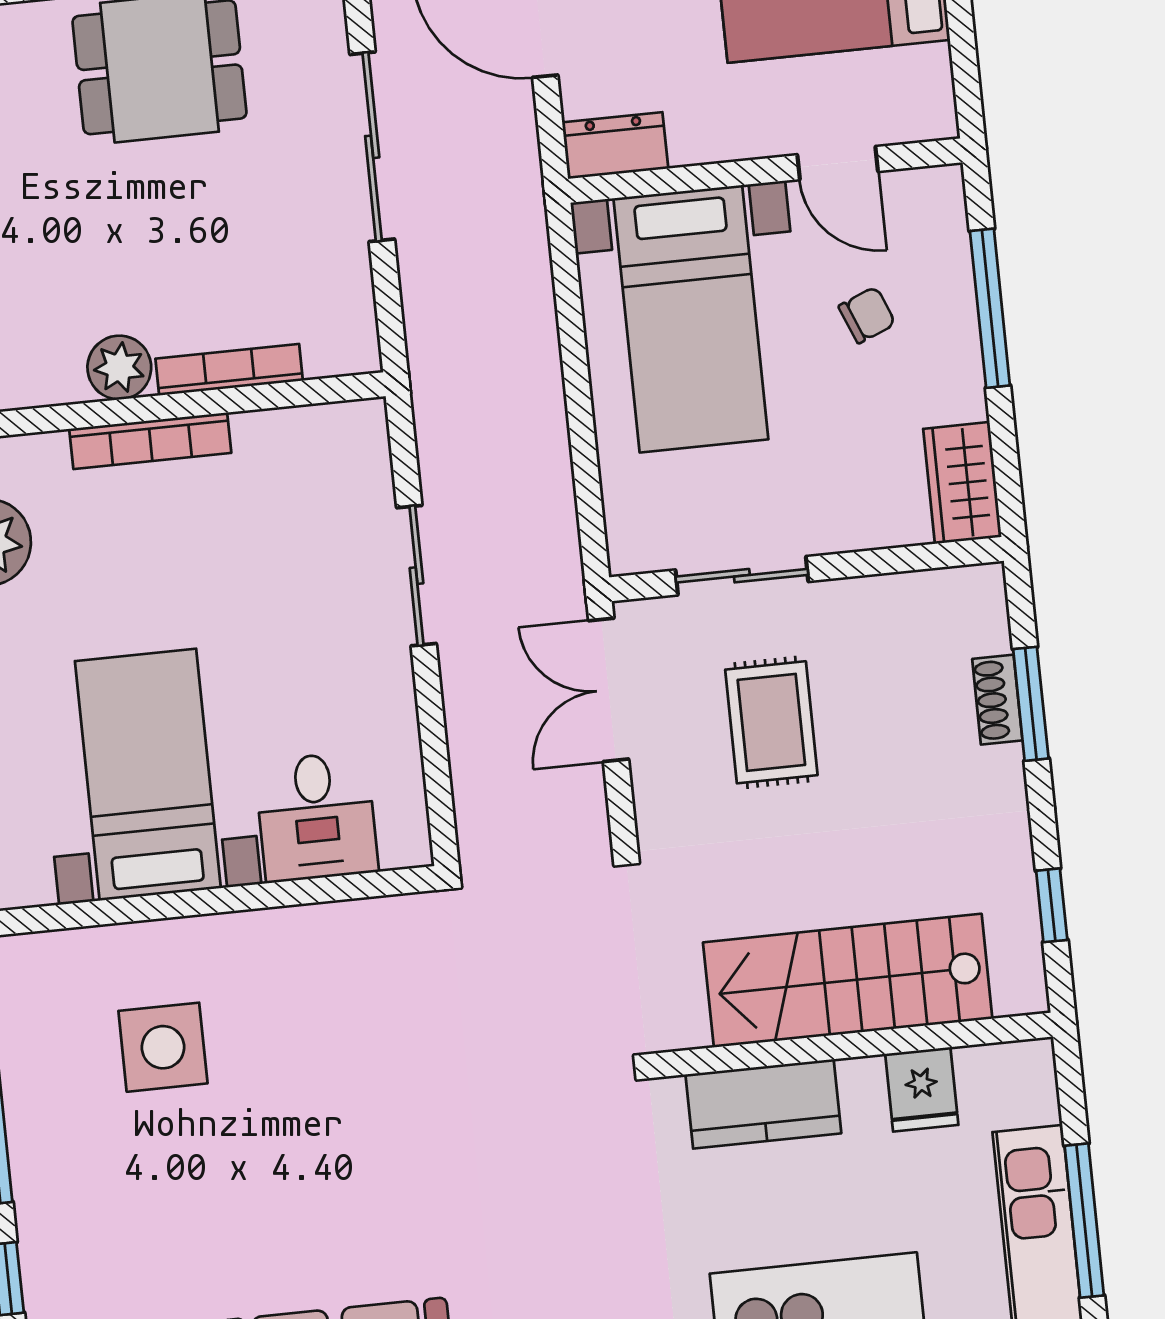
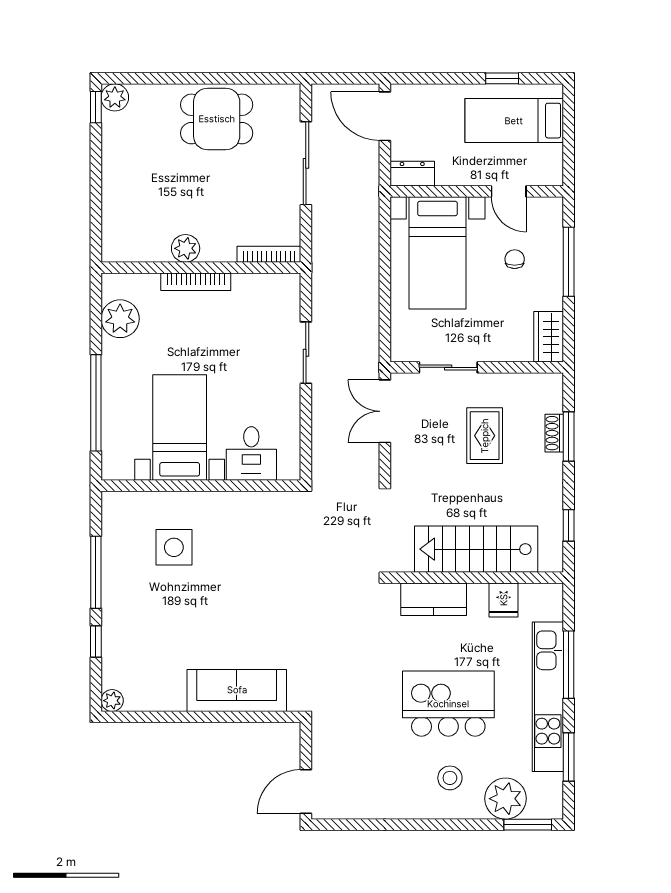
chair: (867, 315) -> (515, 259), turned -68
bookcase: (229, 370) -> (269, 254), moved
rug: (771, 722) -> (485, 436), moved

